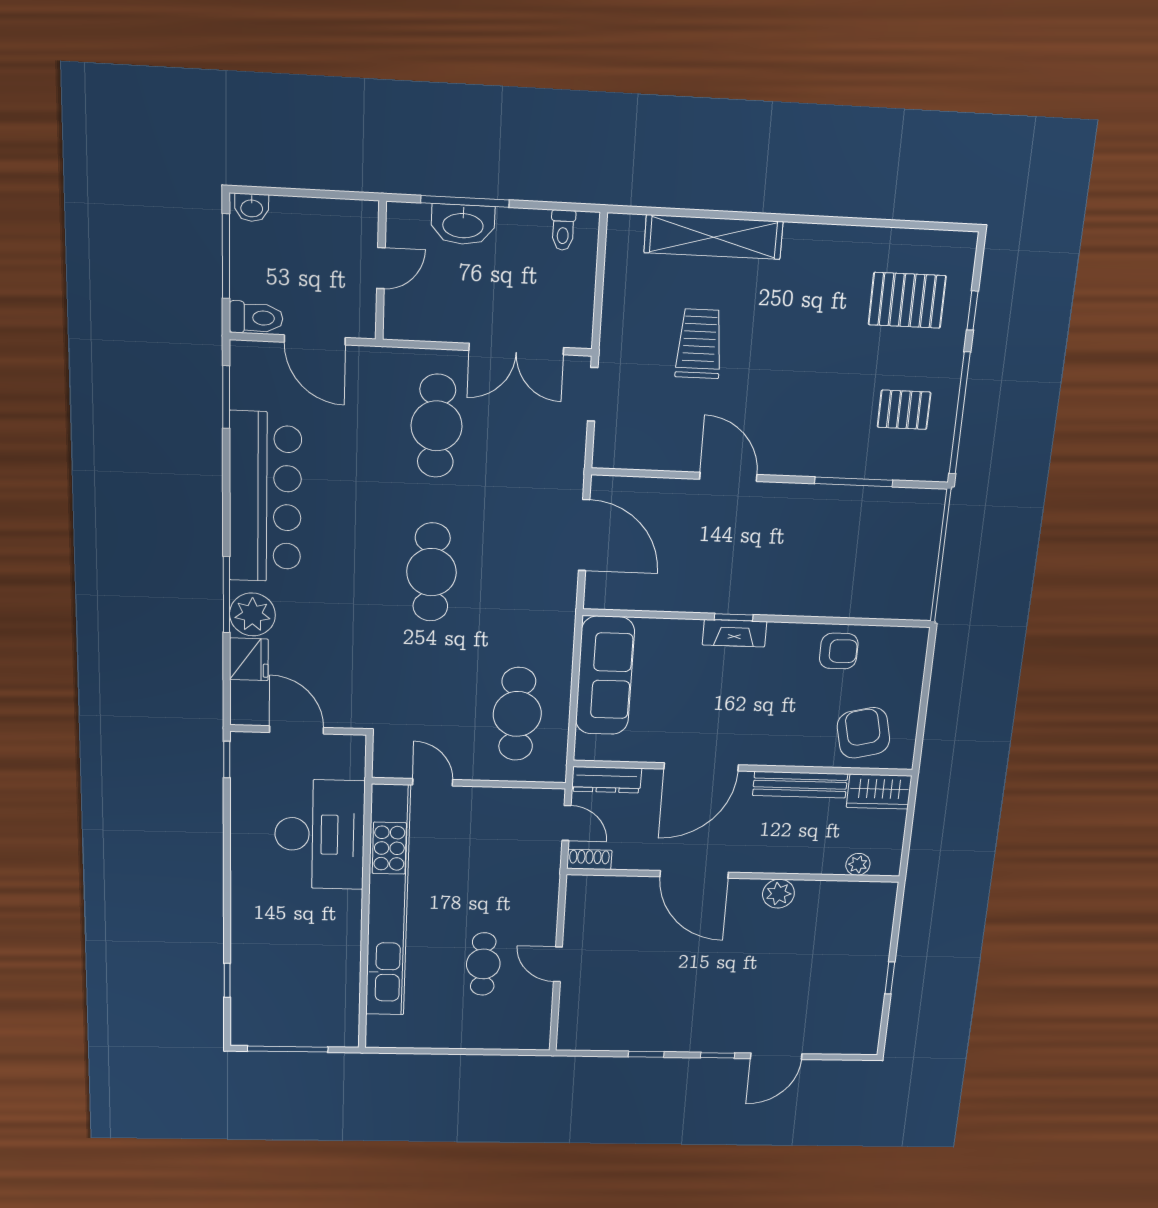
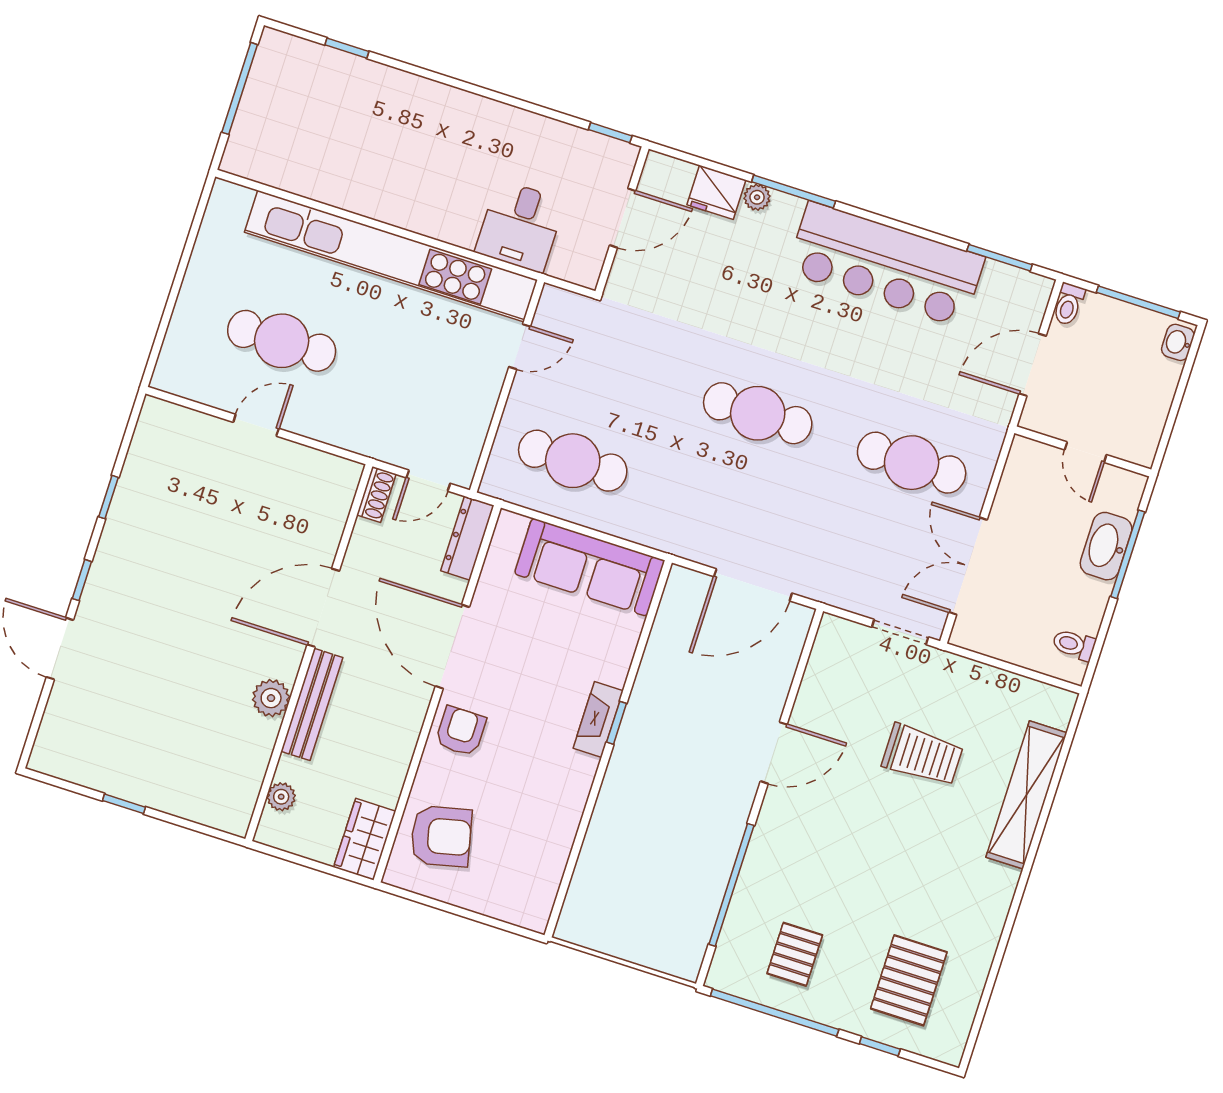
toilet: (256, 318) -> (1068, 304), width x0.73, depth x0.72
window: (854, 482) -> (731, 885), width x1.46
plant: (252, 614) -> (757, 197), width x0.53, depth x0.53
armchair: (839, 651) -> (461, 731), moved, turned 180
bench: (800, 785) -> (312, 704), moved
desk: (320, 834) -> (520, 226), width x0.53, depth x0.77
cafe table: (483, 964) -> (282, 341), width x1.37, depth x1.35

